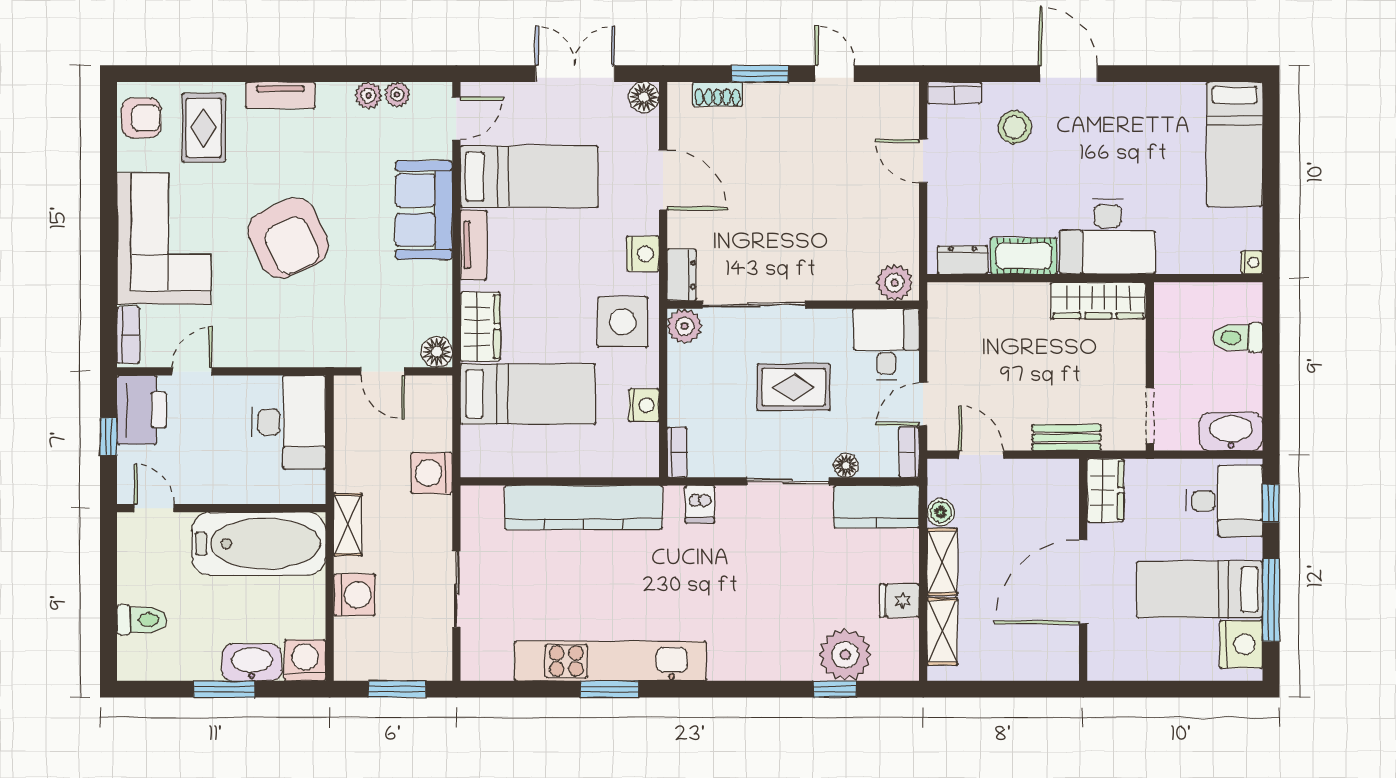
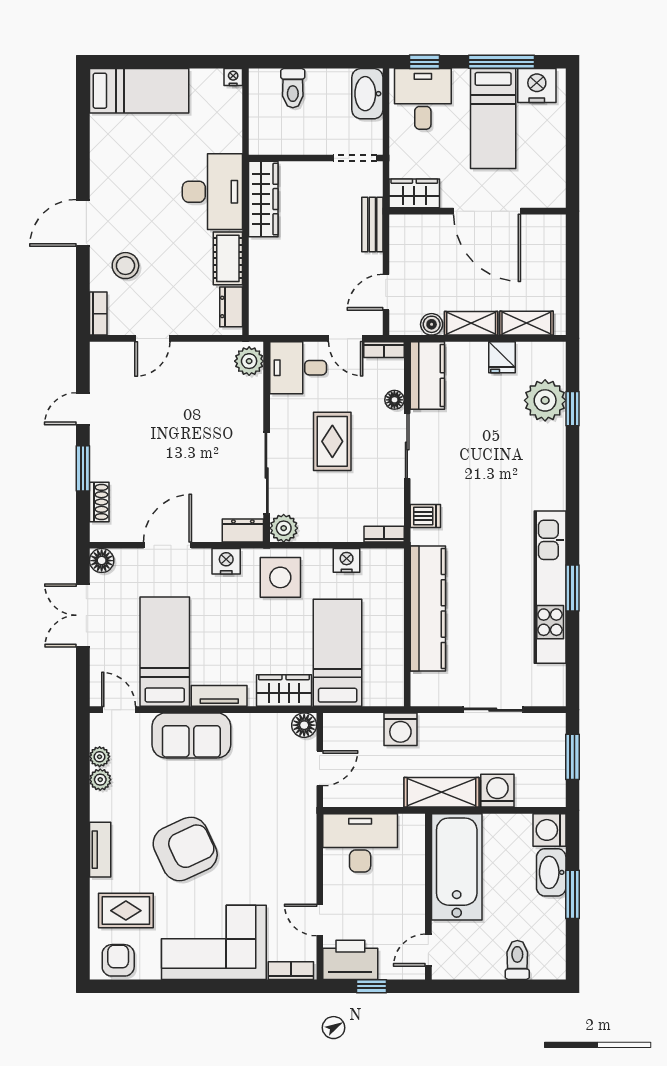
armchair: (288, 238) -> (185, 849), moved
shelving: (348, 525) -> (442, 792), width x1.50, depth x1.33

